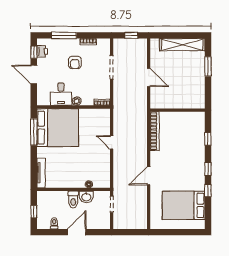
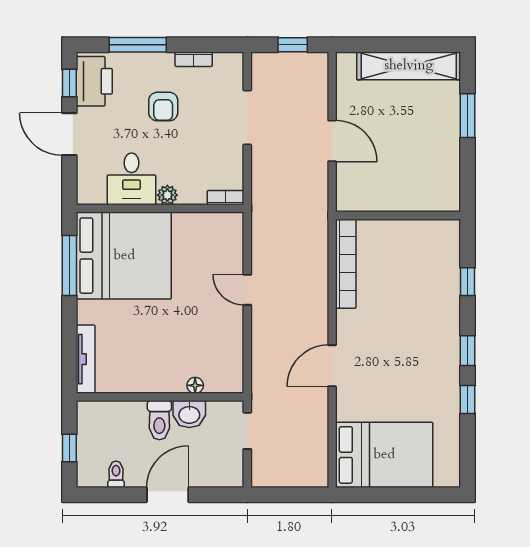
printer: (42, 51) -> (94, 81), width x1.87, depth x1.48
bed: (184, 205) -> (384, 455), moved, turned 180

